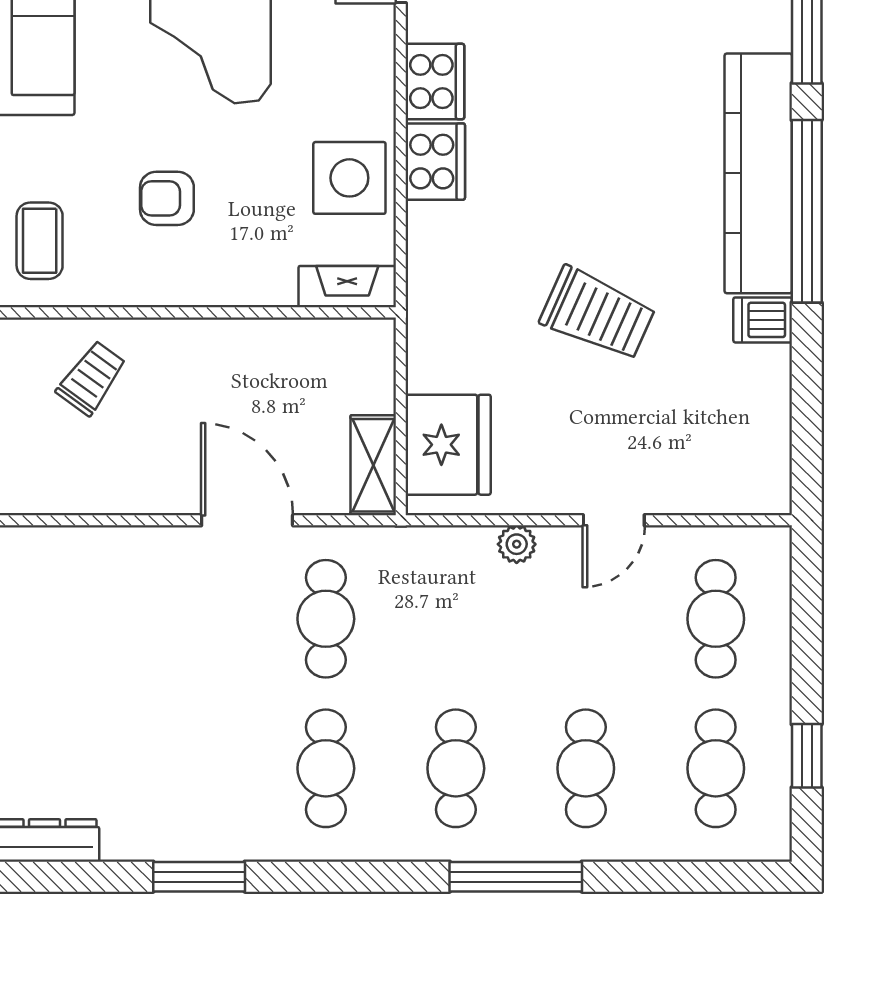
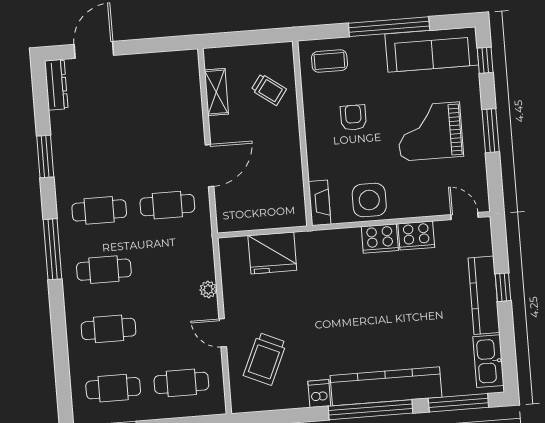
trolley: (598, 314) -> (265, 359), moved
fridge: (448, 445) -> (272, 253), moved
shelving: (373, 465) -> (216, 92), moved, turned 90
window: (516, 877) -> (53, 249), moved

